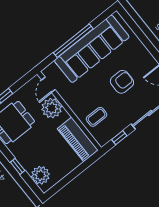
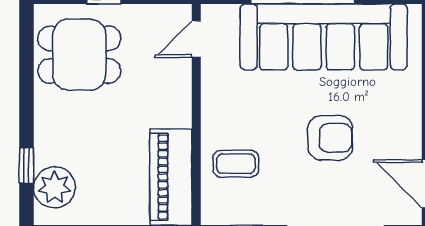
plant: (52, 108) -> (169, 85), removed
window: (18, 166) -> (27, 165), moved

